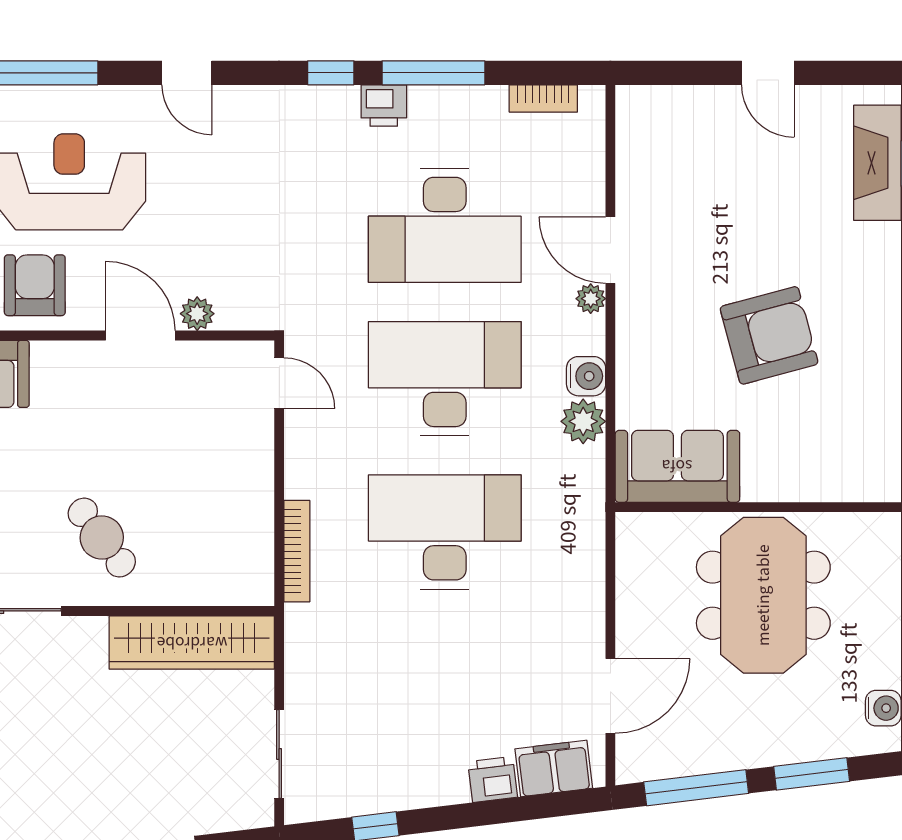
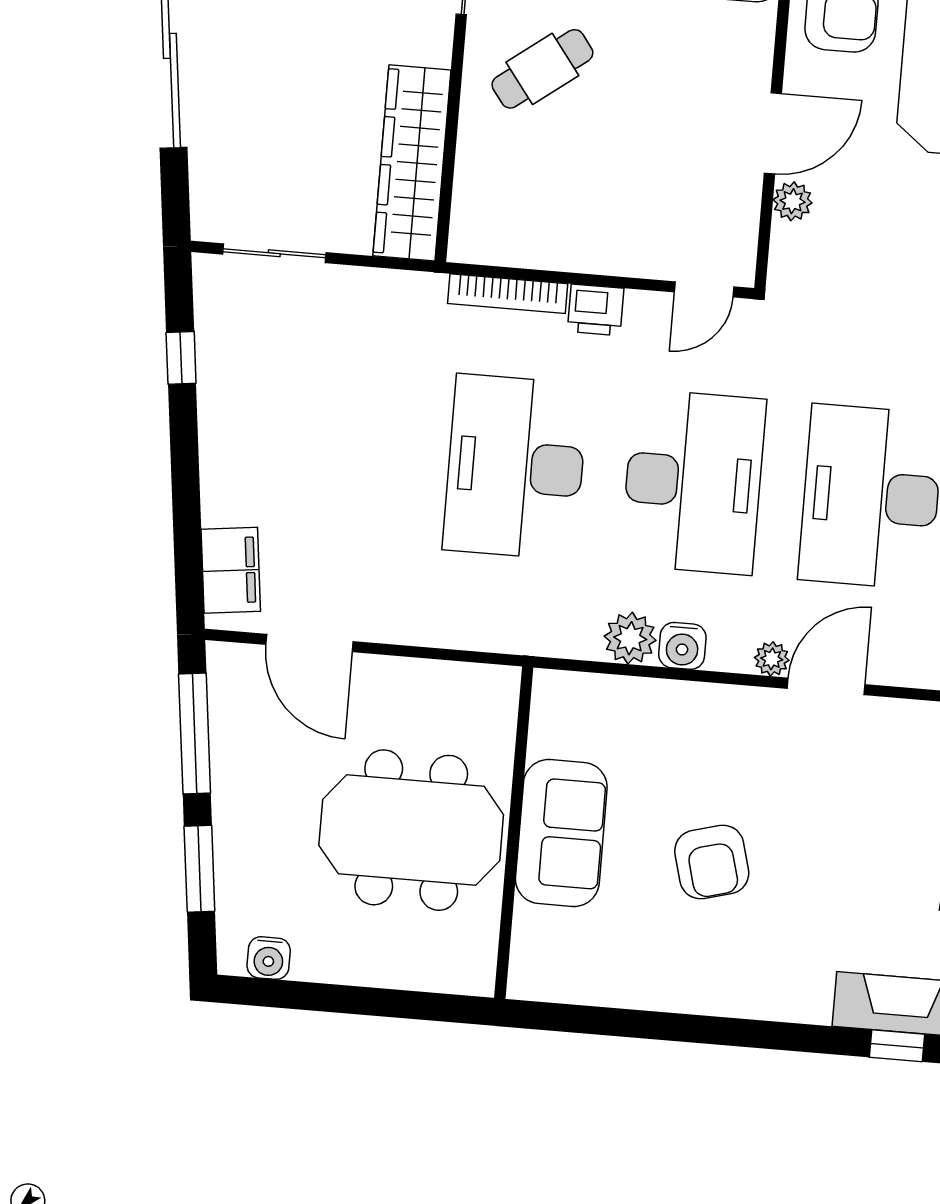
armchair: (769, 335) -> (712, 862), width x0.73, depth x0.73
sofa: (677, 466) -> (561, 833), moved
desk: (445, 532) -> (515, 467), turned 180
printer: (493, 779) -> (596, 310), moved, turned 97

